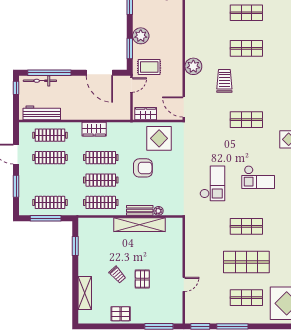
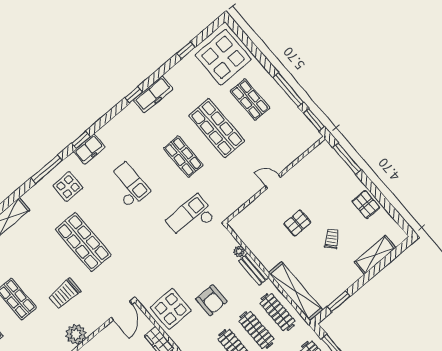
shop shelf: (246, 120) -> (83, 242), width x1.43, depth x1.36
armchair: (143, 168) -> (211, 300), turned 180
checkout: (212, 183) -> (191, 218), moved
shelving: (140, 225) -> (295, 291), moved
pallet: (142, 279) -> (297, 223), moved
door: (184, 284) -> (273, 181), moved

